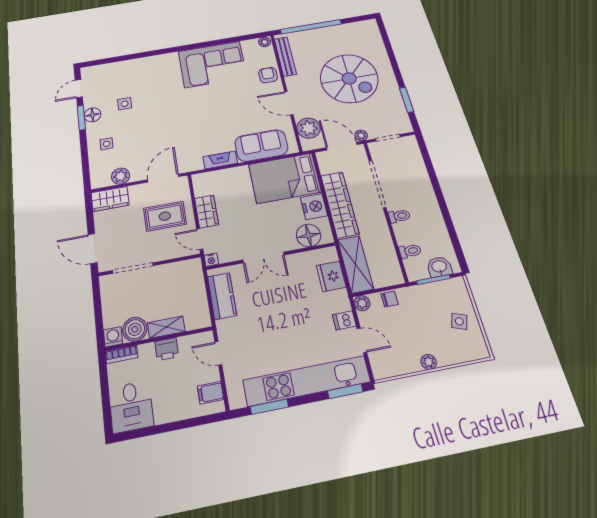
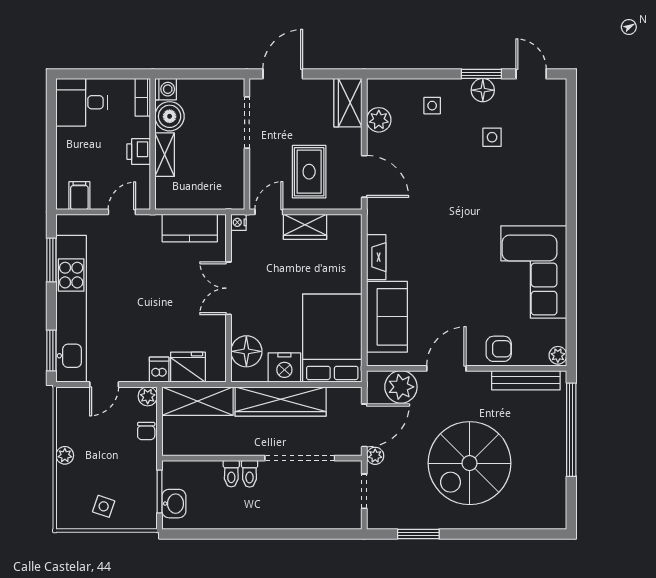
toilet: (410, 251) -> (231, 474), moved
dishwasher: (344, 320) -> (159, 370), moved

